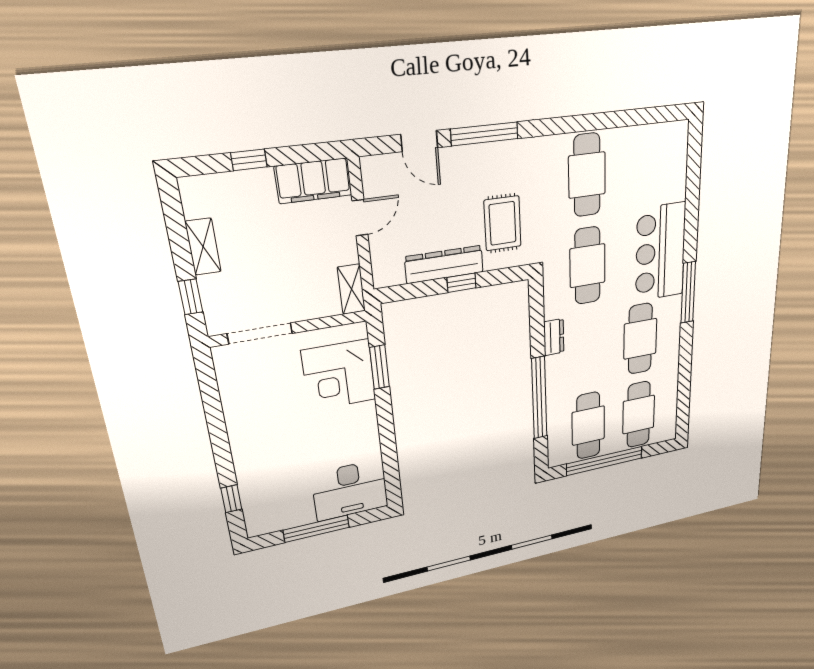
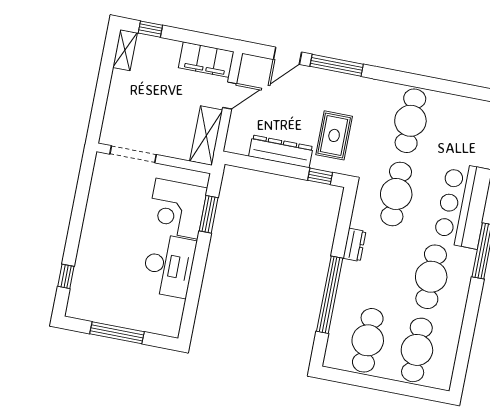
door: (419, 141) -> (288, 56), hinge flipped
window: (249, 160) -> (150, 29), moved
shelving: (203, 247) -> (125, 50), moved
window: (462, 283) -> (320, 176), moved
shelving: (351, 289) -> (206, 136), width x1.50, depth x1.33
window: (190, 297) -> (98, 111), removed
window: (604, 461) -> (376, 383), removed
desk: (350, 490) -> (169, 266), moved, turned -90

